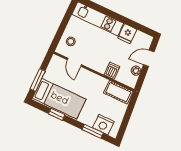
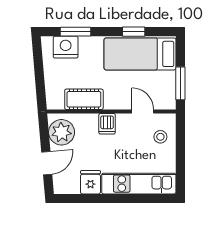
dishwasher: (112, 71) -> (107, 124), moved
plant: (136, 71) -> (62, 132), width x1.88, depth x1.88
window: (38, 80) -> (180, 83), moved
cot: (118, 92) -> (84, 99), moved

